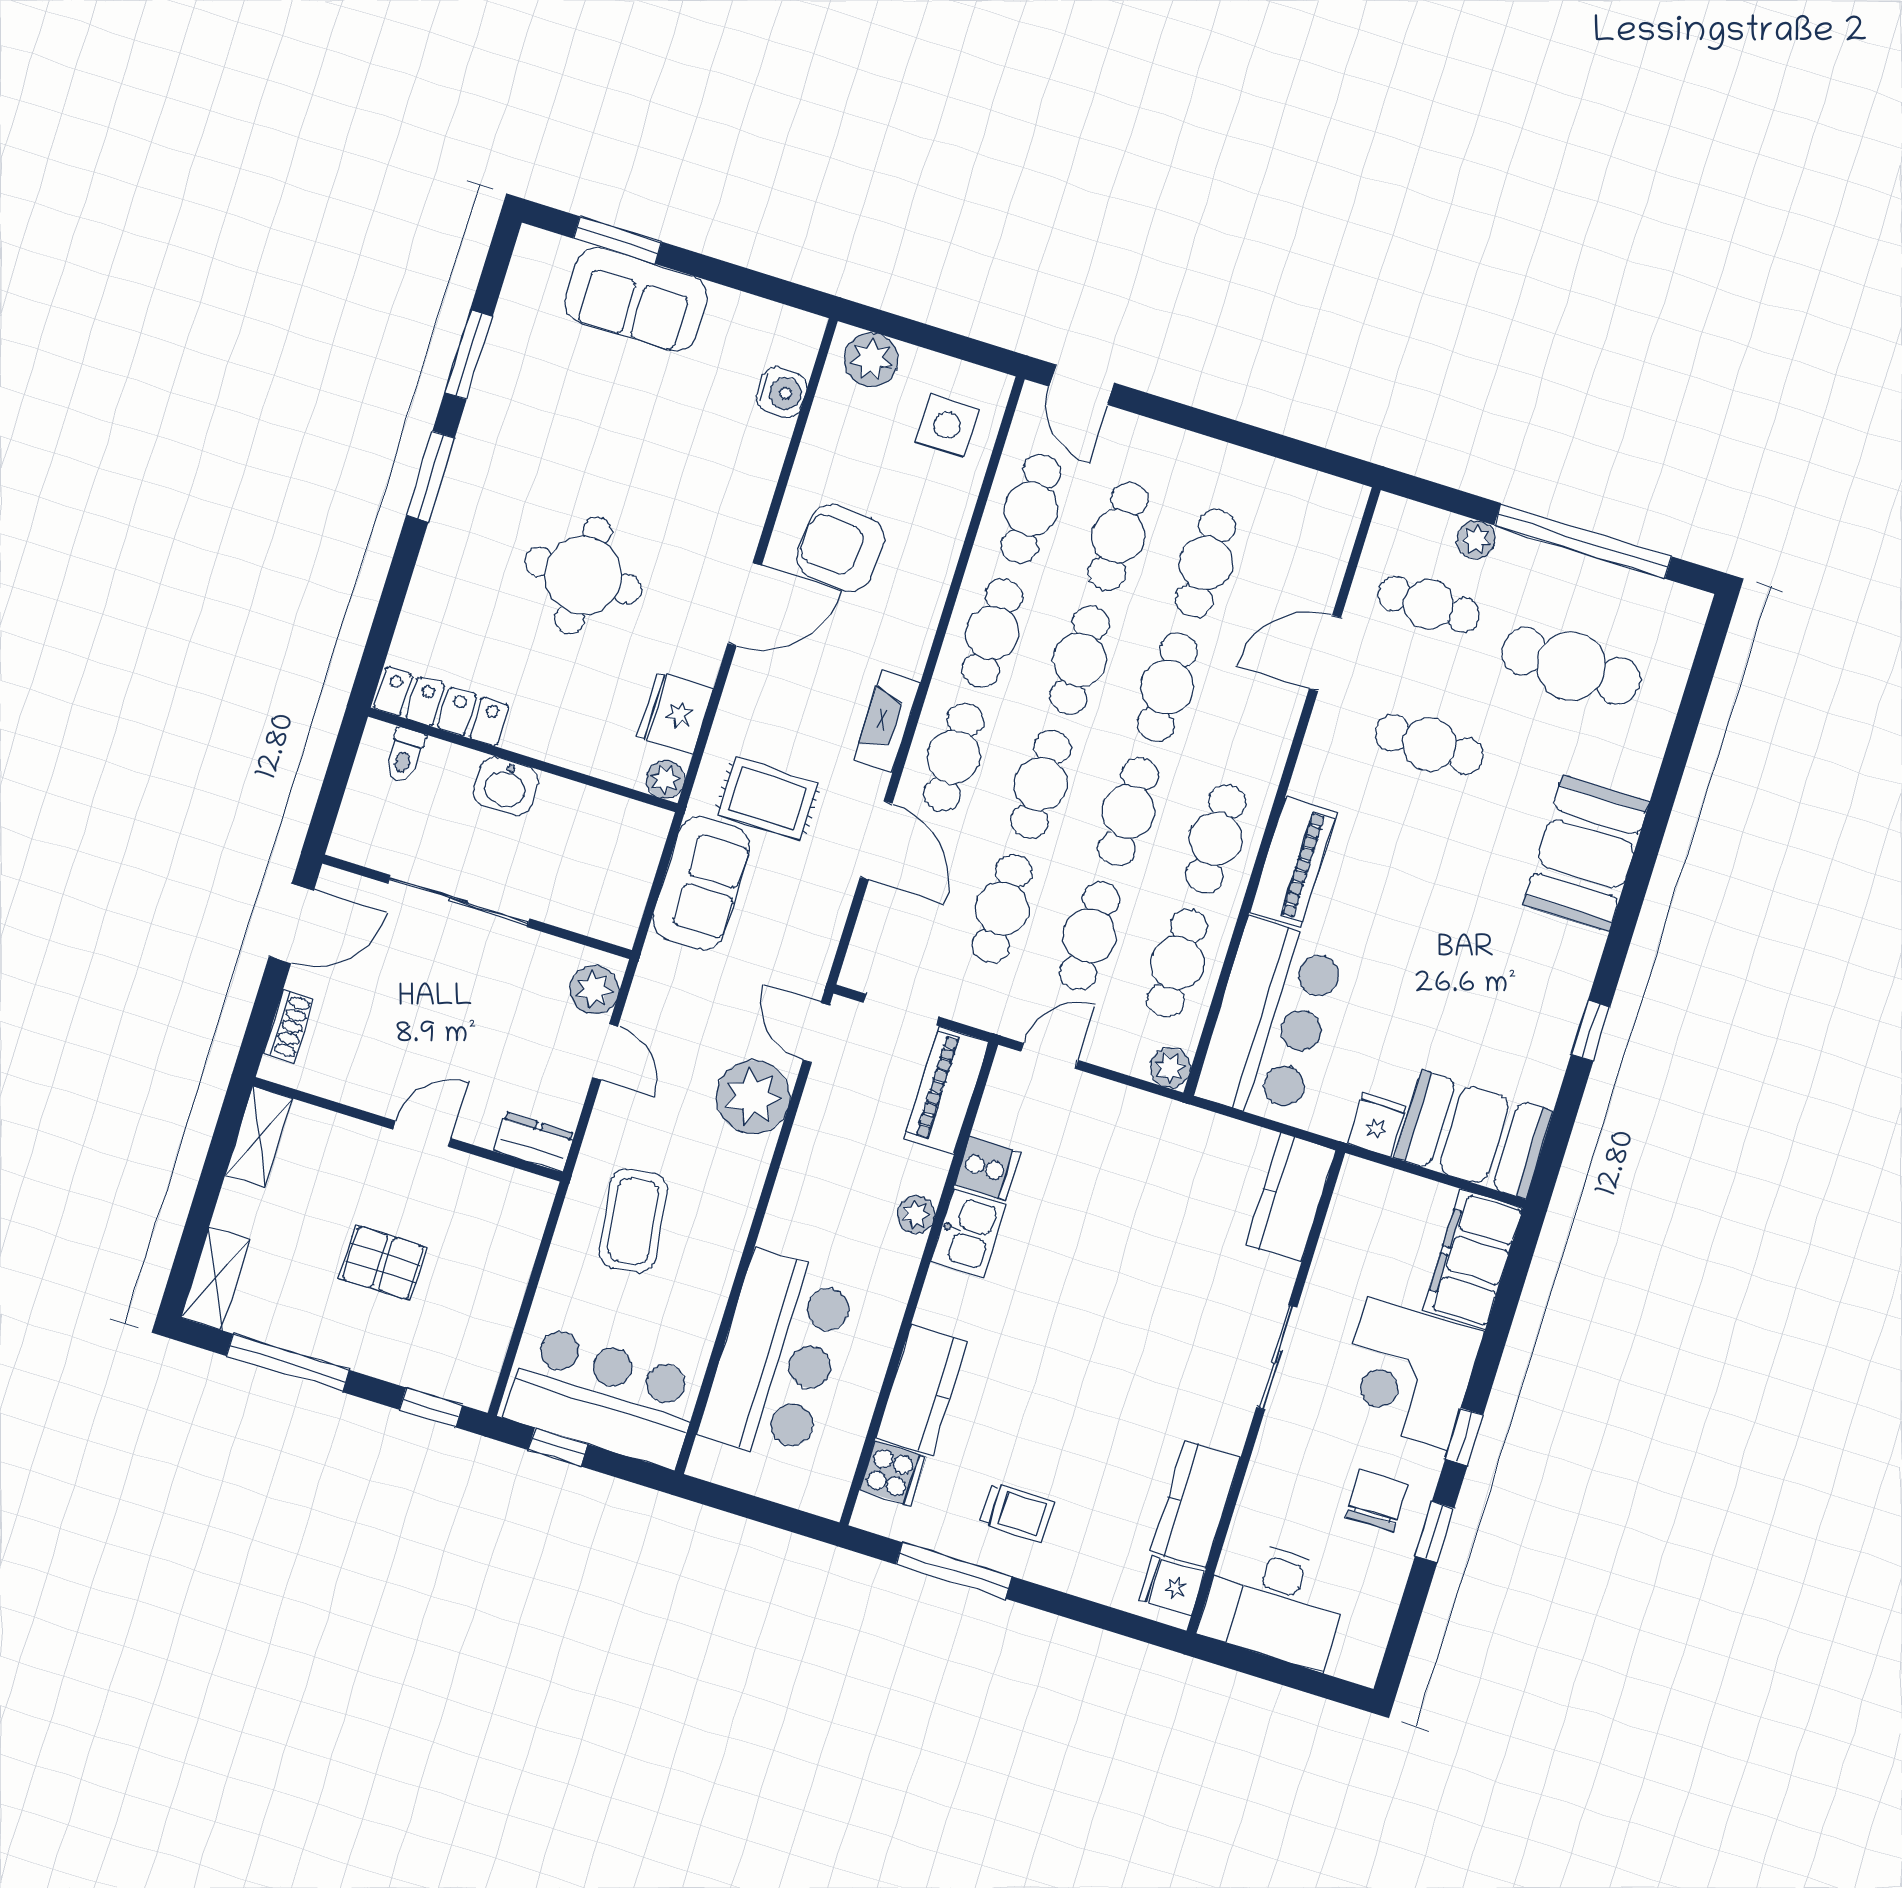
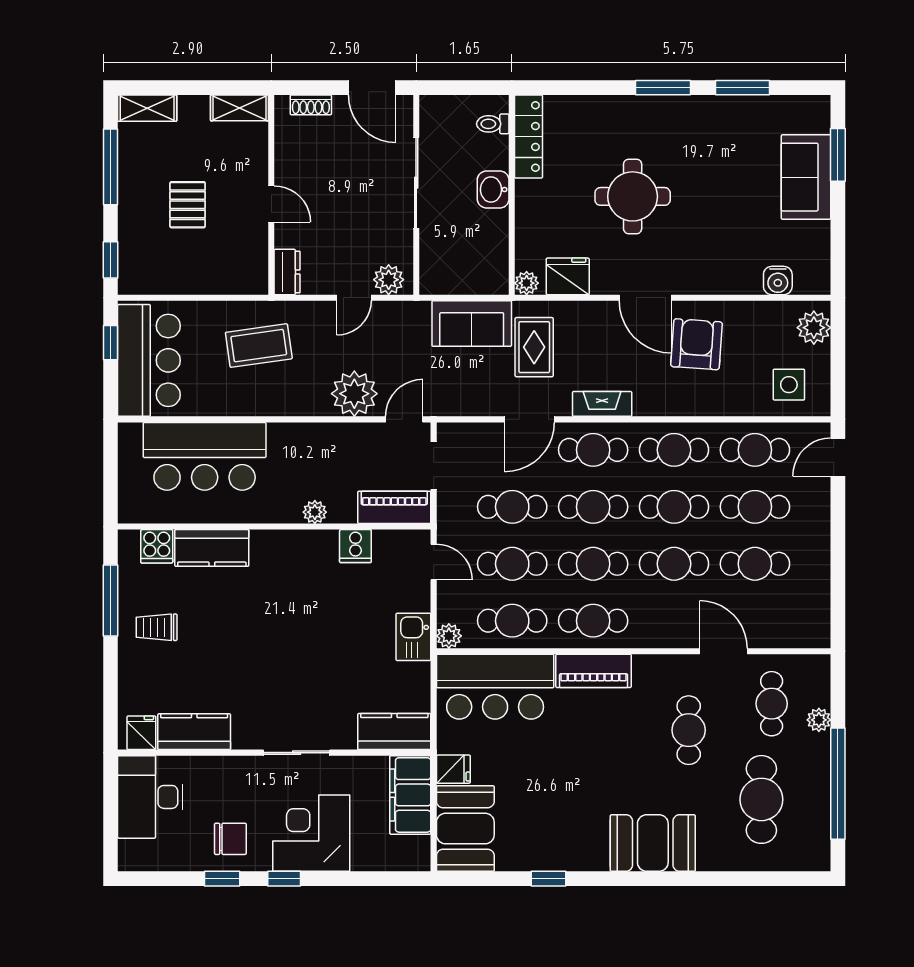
kitchen sink: (969, 1233) -> (413, 637), moved, turned 90
filing cabinet: (1473, 1259) -> (410, 795), moved, turned -90
trolley: (1017, 1513) -> (157, 627), turned 90

